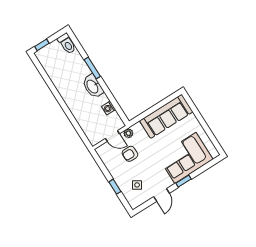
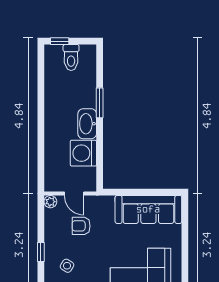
toilet: (67, 44) -> (71, 57), moved
washing machine: (109, 108) -> (83, 153), width x1.89, depth x1.89
plant: (128, 133) -> (50, 202), moved

